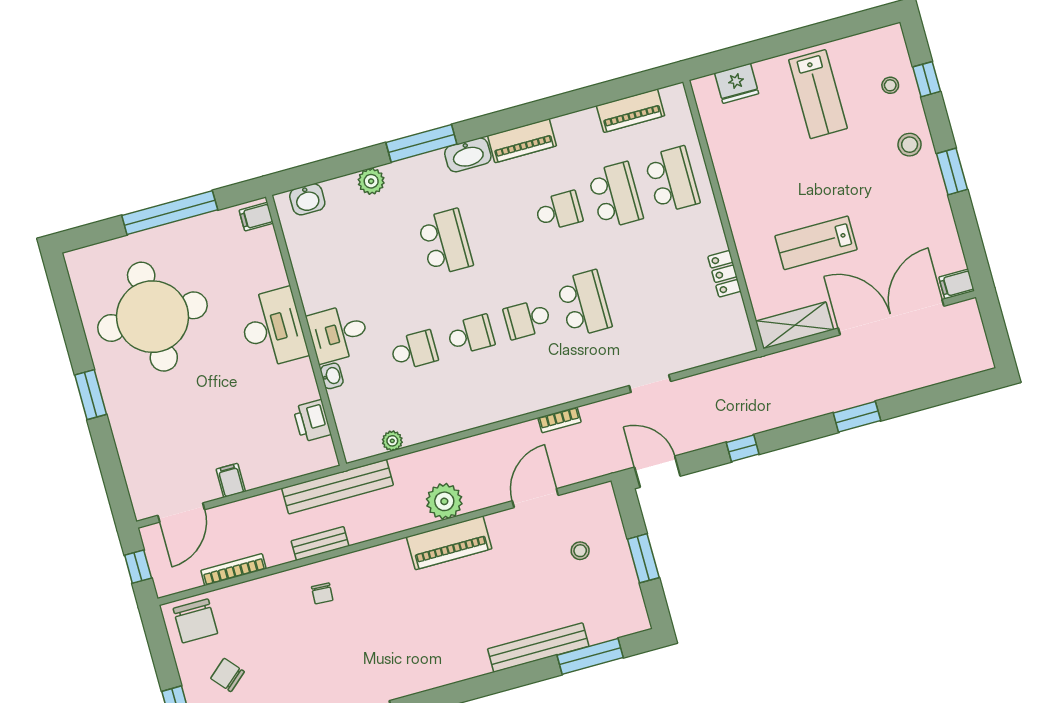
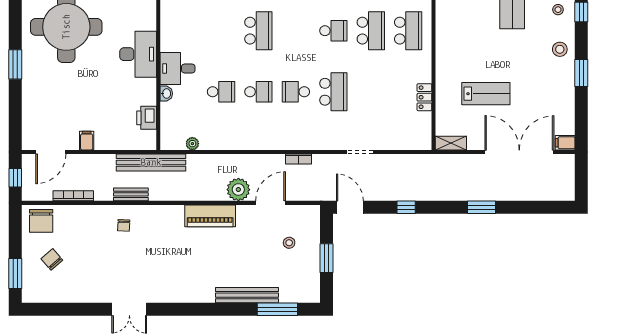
lab bench: (816, 243) -> (486, 94), turned 180
shelving: (795, 325) -> (451, 143), width x0.67, depth x0.75
plant: (444, 501) -> (238, 190), moved

